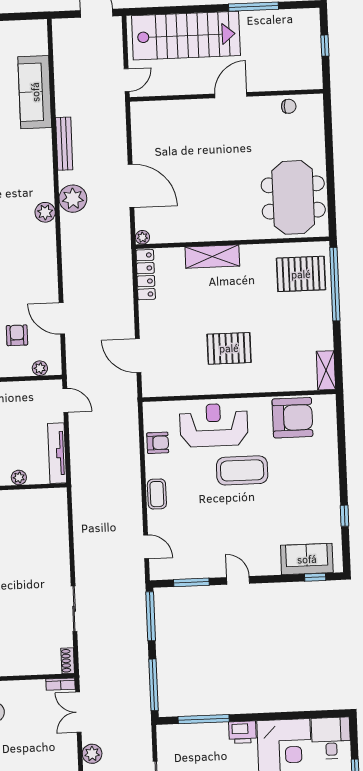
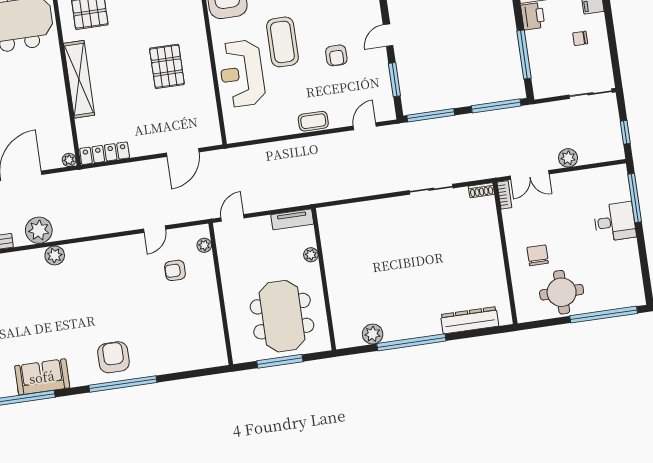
shelving: (212, 257) -> (79, 79), width x1.47
door: (62, 318) -> (155, 229), width x0.73
armchair: (158, 443) -> (336, 55), moved, turned 180
tv unit: (57, 453) -> (292, 219), width x0.71

